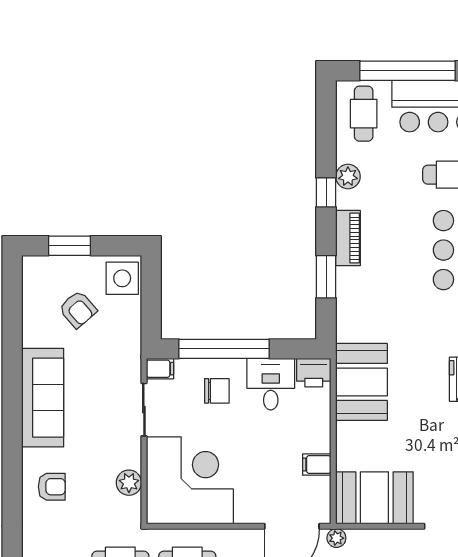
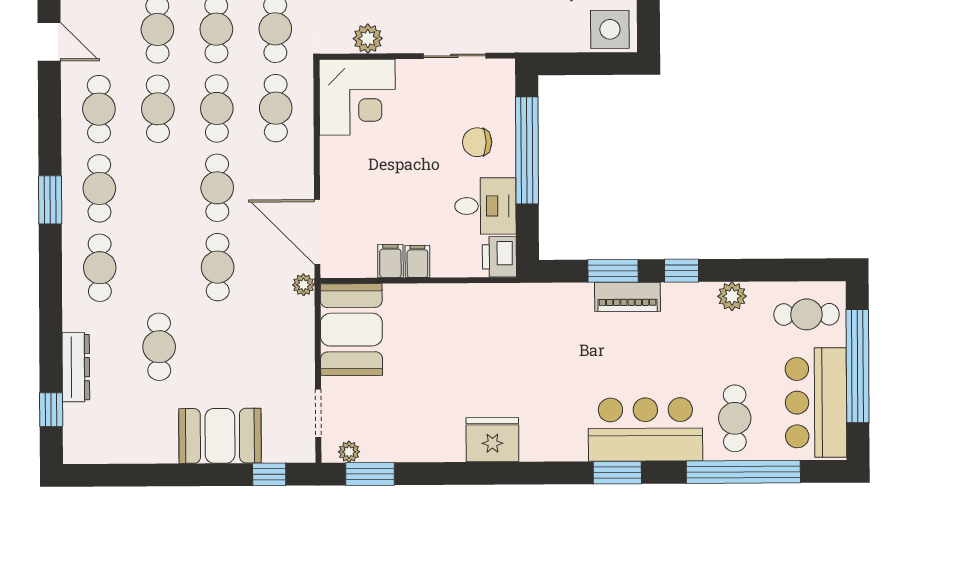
window: (326, 192) -> (682, 271), moved
piano: (348, 238) -> (628, 297), moved
filing cabinet: (160, 369) -> (417, 261), moved, turned 180
booth: (362, 382) -> (489, 314), removed
chair: (217, 391) -> (477, 142), turned 90
corner desk: (190, 480) -> (357, 97), width x0.74, depth x0.74

